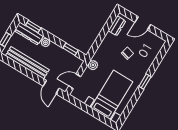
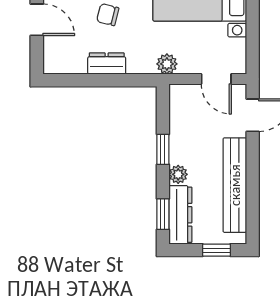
dresser: (117, 26) -> (107, 63), moved
window: (71, 49) -> (163, 149), moved

